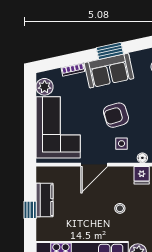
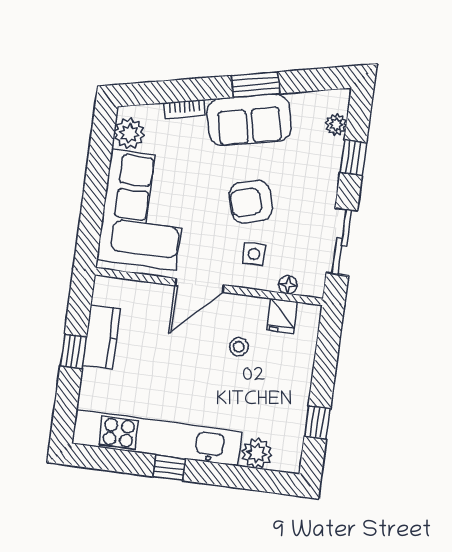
stool: (120, 208) -> (239, 347), moved

